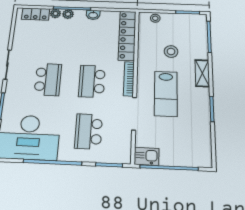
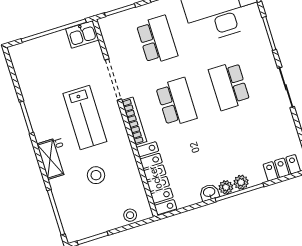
plant: (56, 13) -> (226, 187), moved
lab bench: (166, 94) -> (85, 117), turned 180

